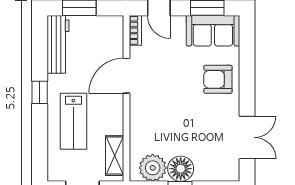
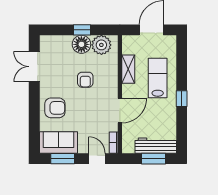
workbench: (58, 44) -> (156, 146), moved, turned 90
armchair: (175, 119) -> (85, 80), added
shelving: (115, 156) -> (128, 69), moved

